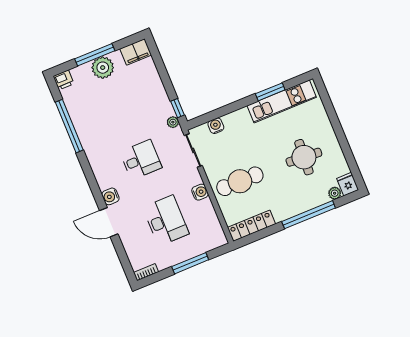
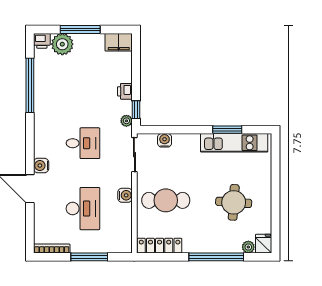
plant: (103, 68) -> (62, 44), moved
printer: (160, 95) -> (125, 91), added
bookcase: (146, 272) -> (52, 249), width x1.56

